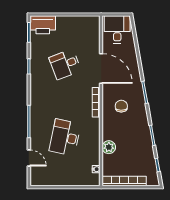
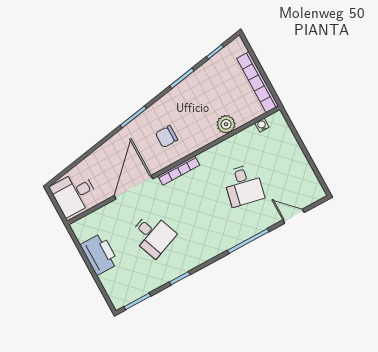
printer: (43, 25) -> (99, 254), moved
desk: (65, 137) -> (244, 185), width x0.73
door: (29, 158) -> (294, 216), hinge flipped

